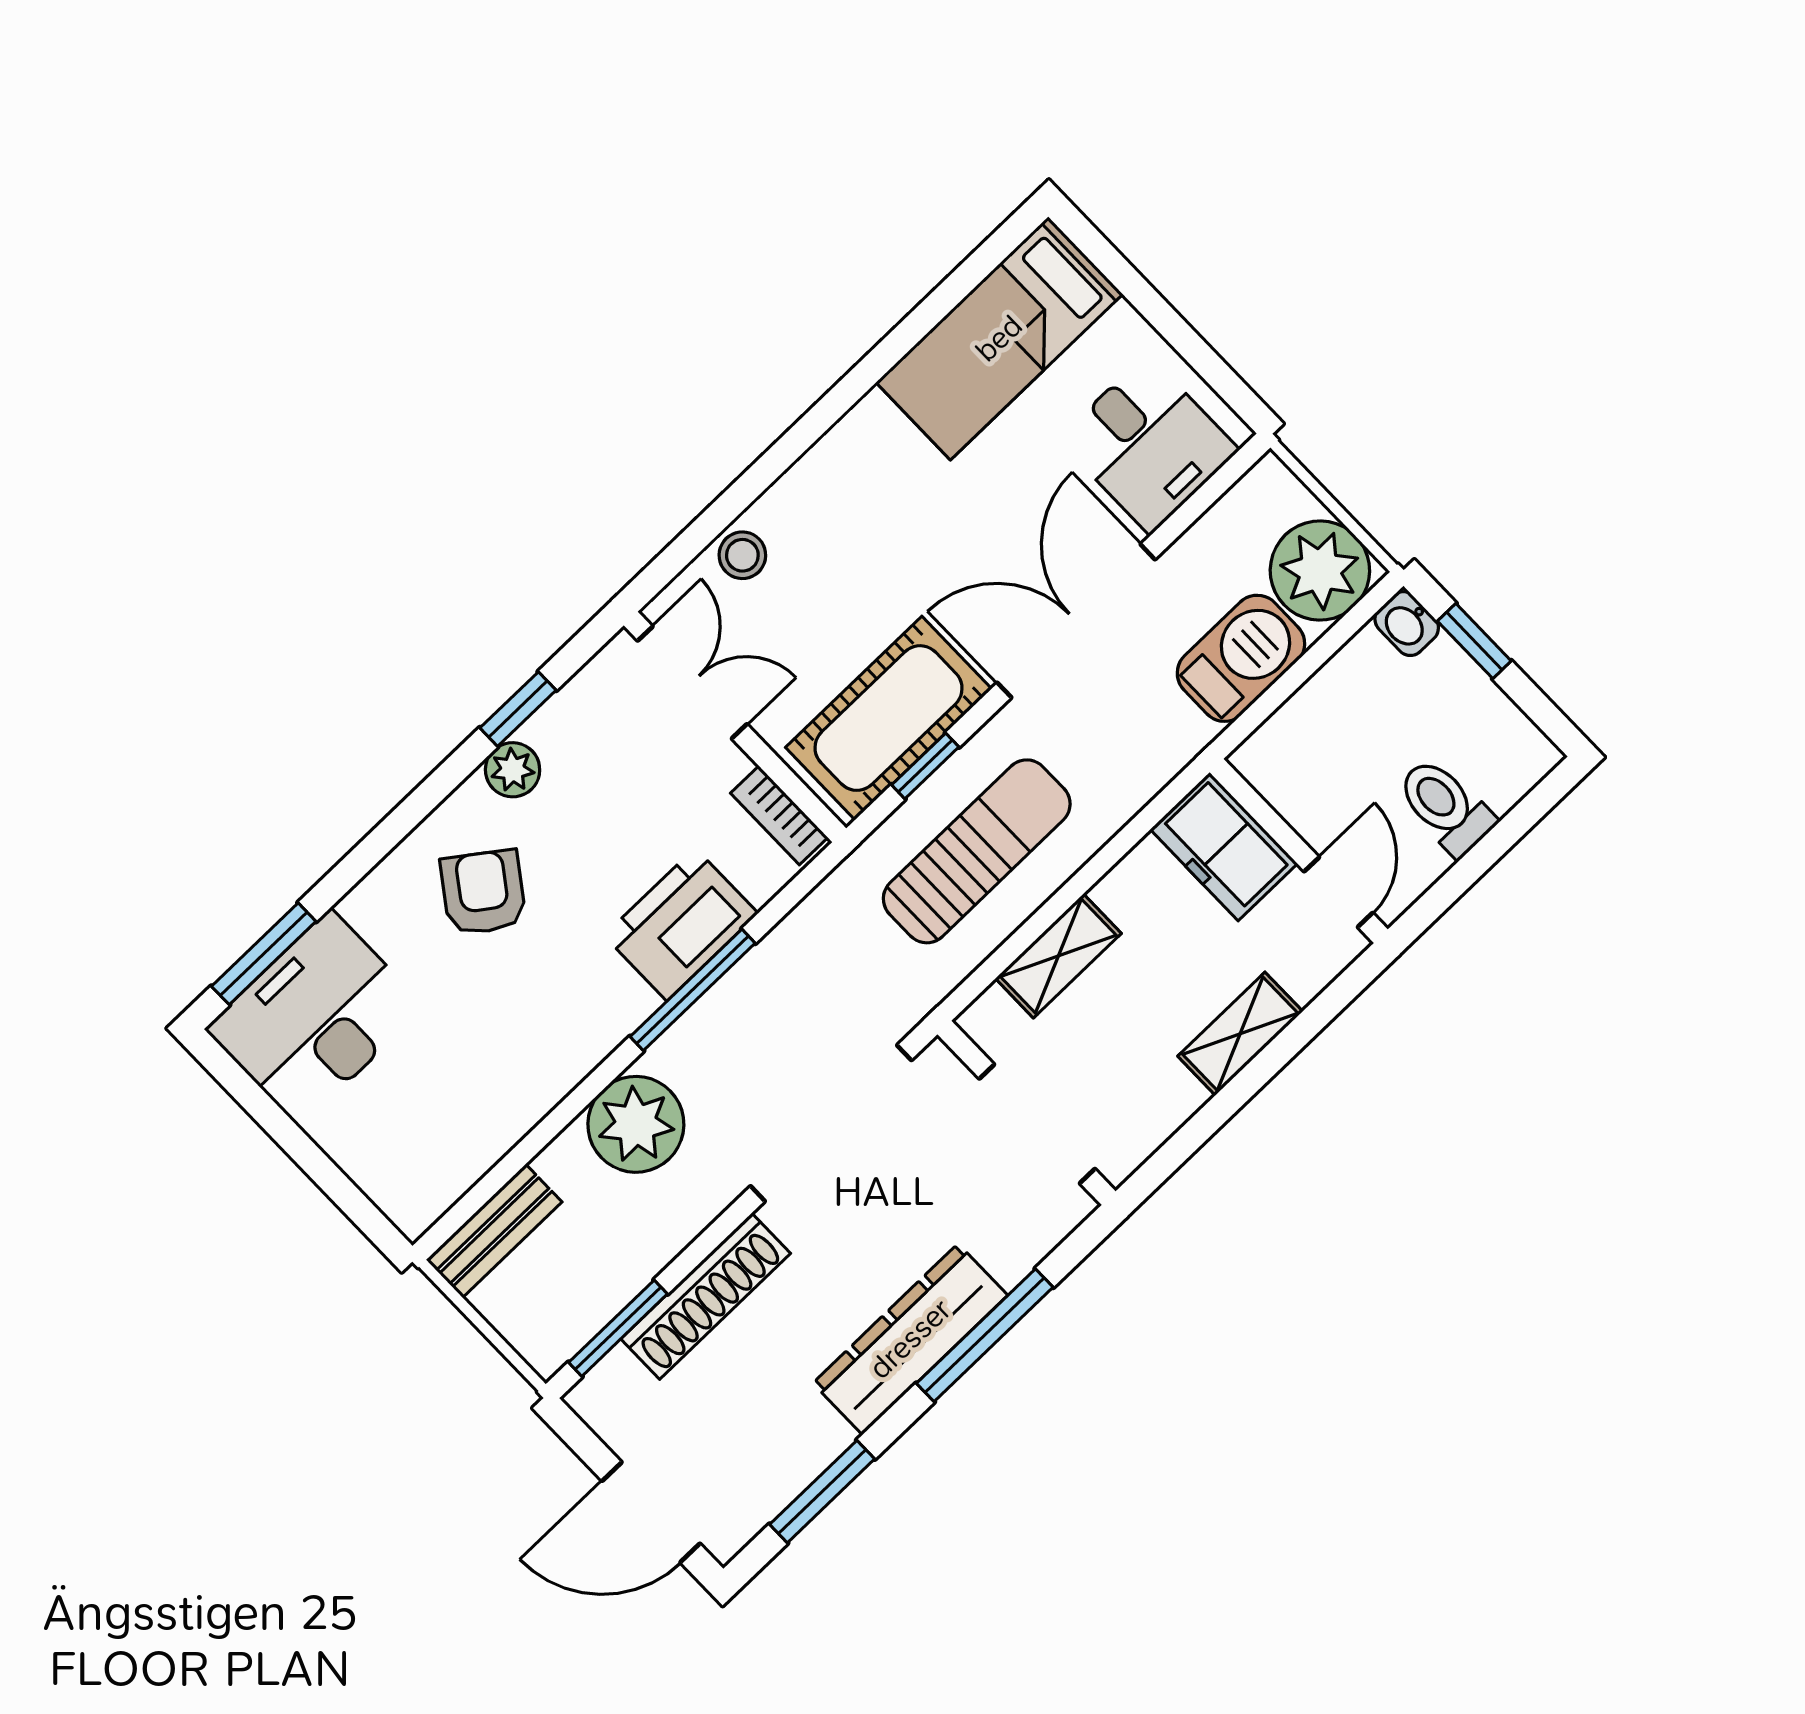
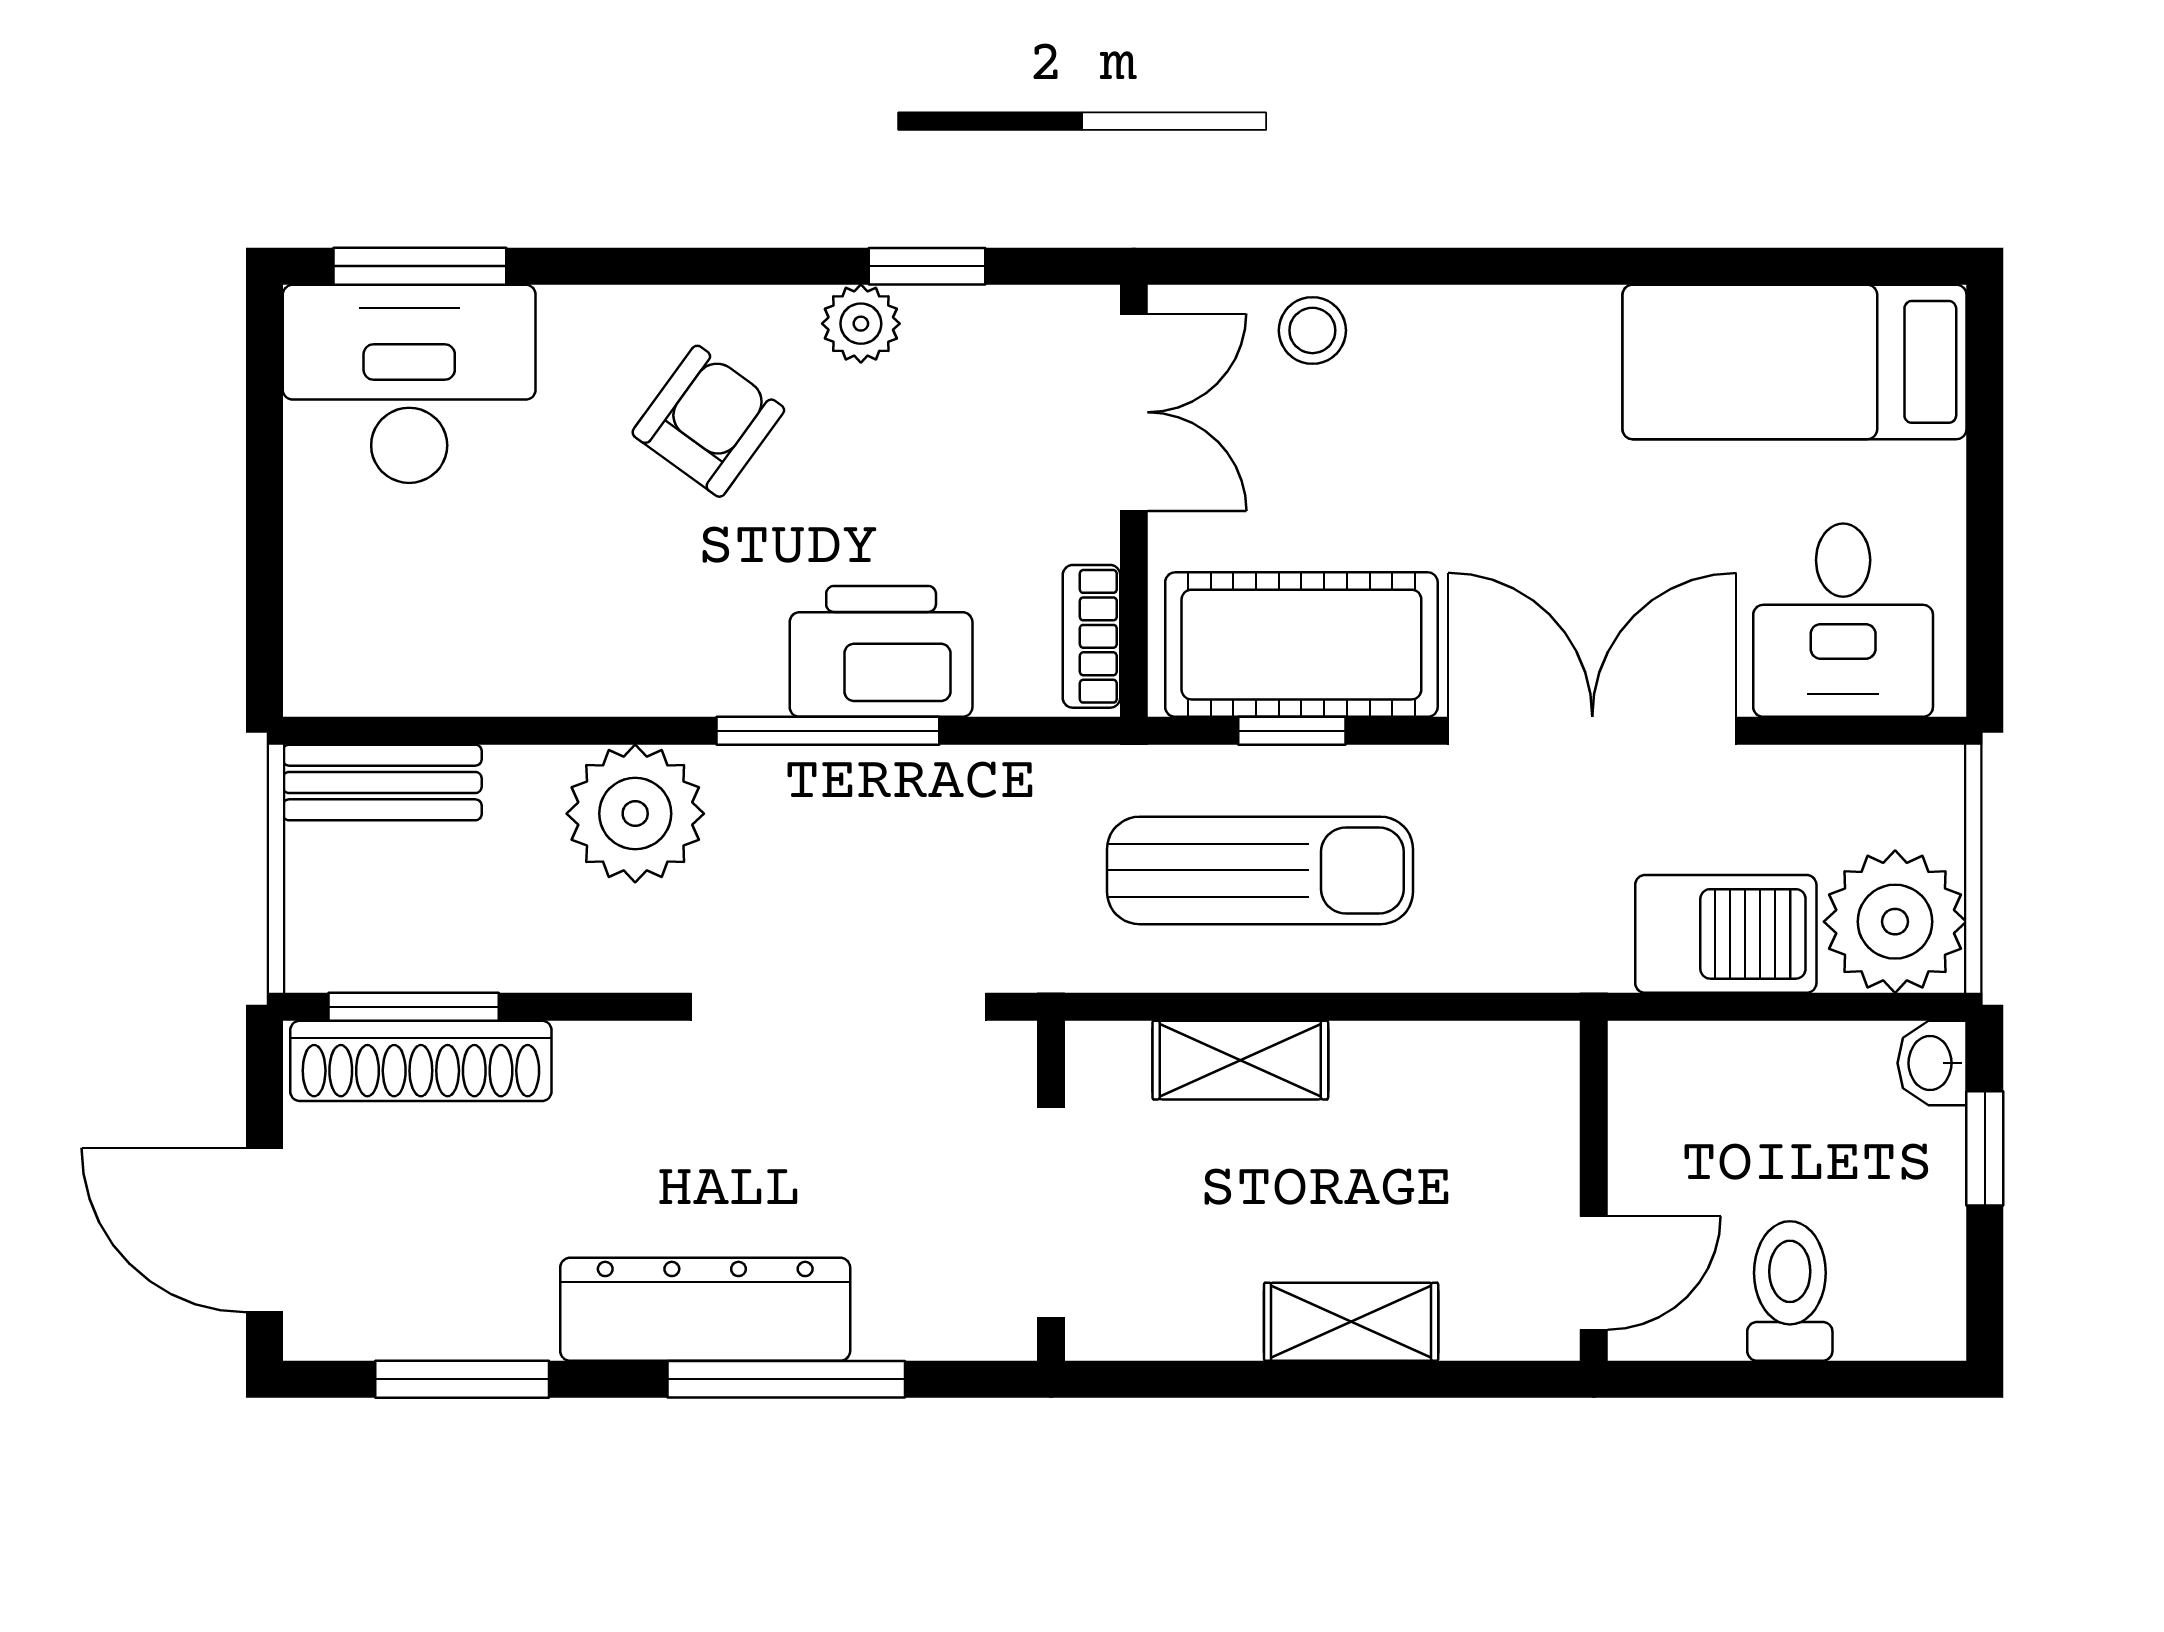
freezer: (1224, 847) -> (1521, 1112), removed
shoe rack: (706, 1296) -> (421, 1061), moved

